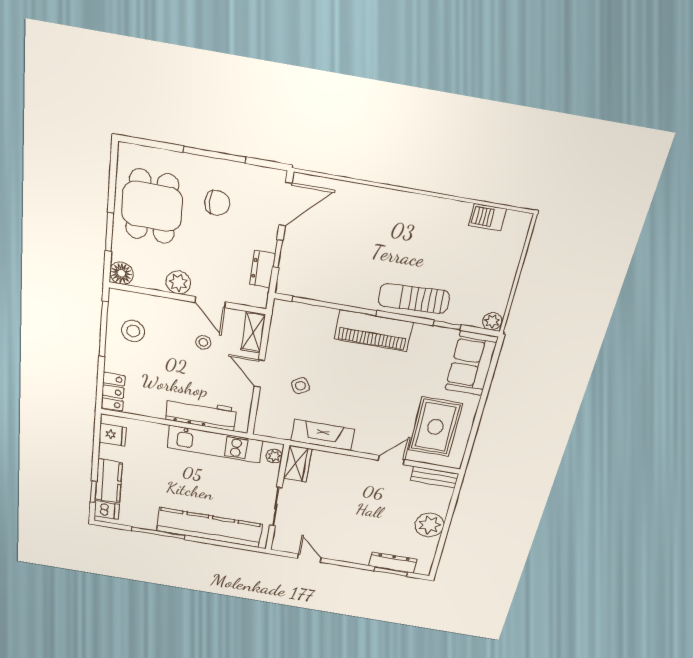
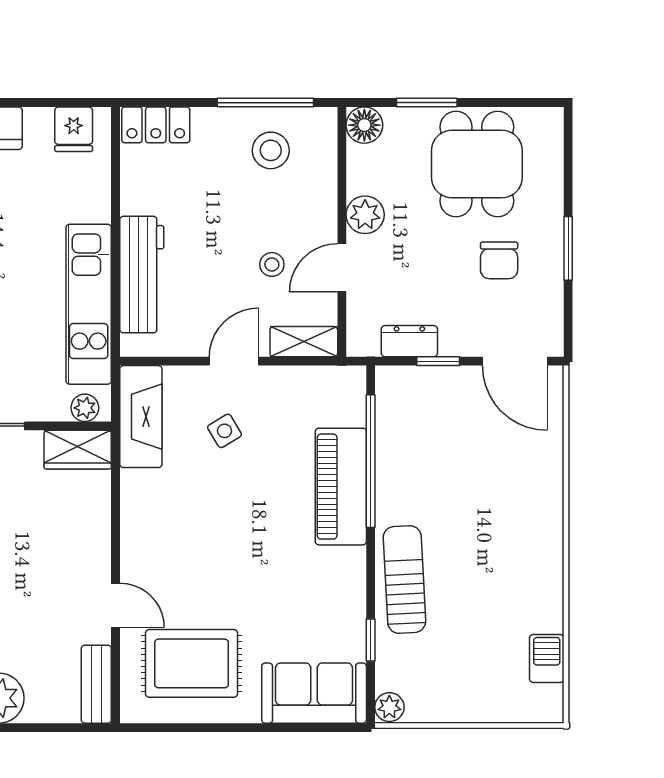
window: (215, 155) -> (568, 248), width x0.69
dining table: (152, 206) -> (477, 164), turned 90
piano: (374, 331) -> (341, 487), moved
fireplace: (323, 435) -> (141, 417), moved

